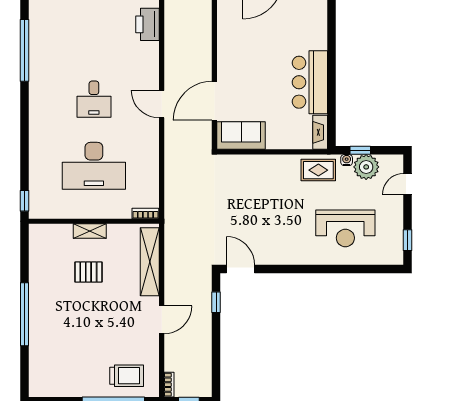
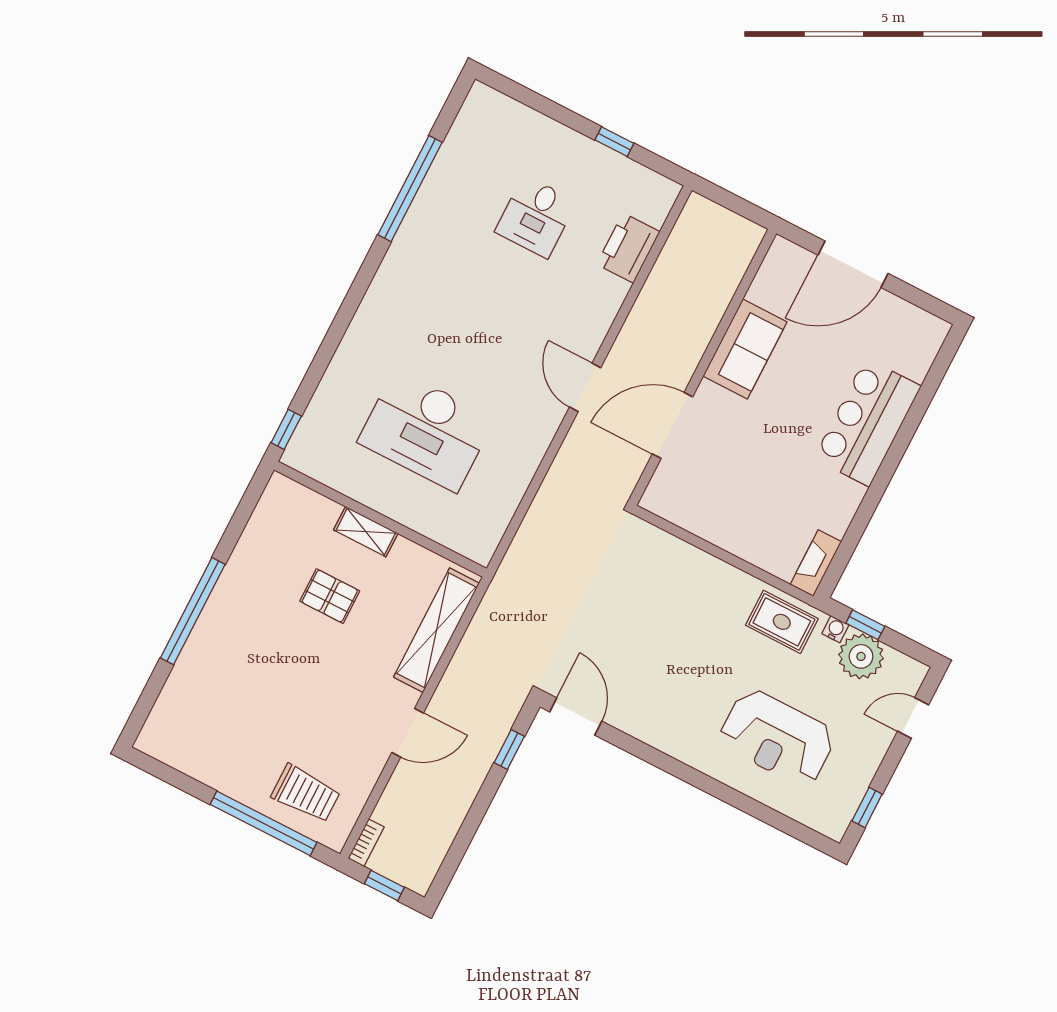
bar counter: (310, 82) -> (867, 422), moved
desk: (94, 99) -> (536, 217), moved
sofa: (241, 135) -> (745, 349), moved, turned 90
bookcase: (145, 213) -> (469, 549), removed

